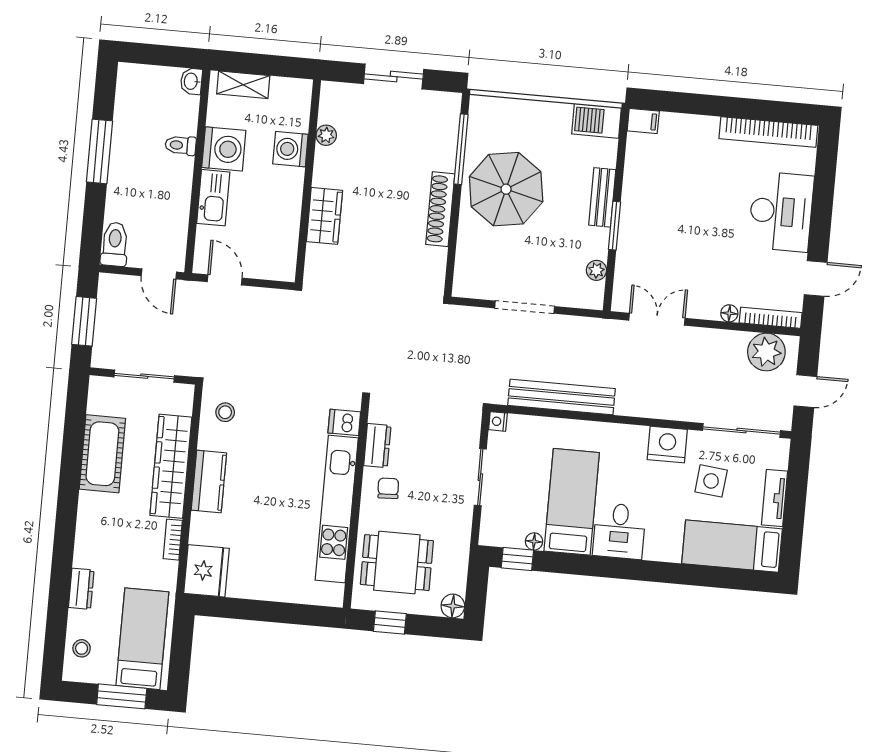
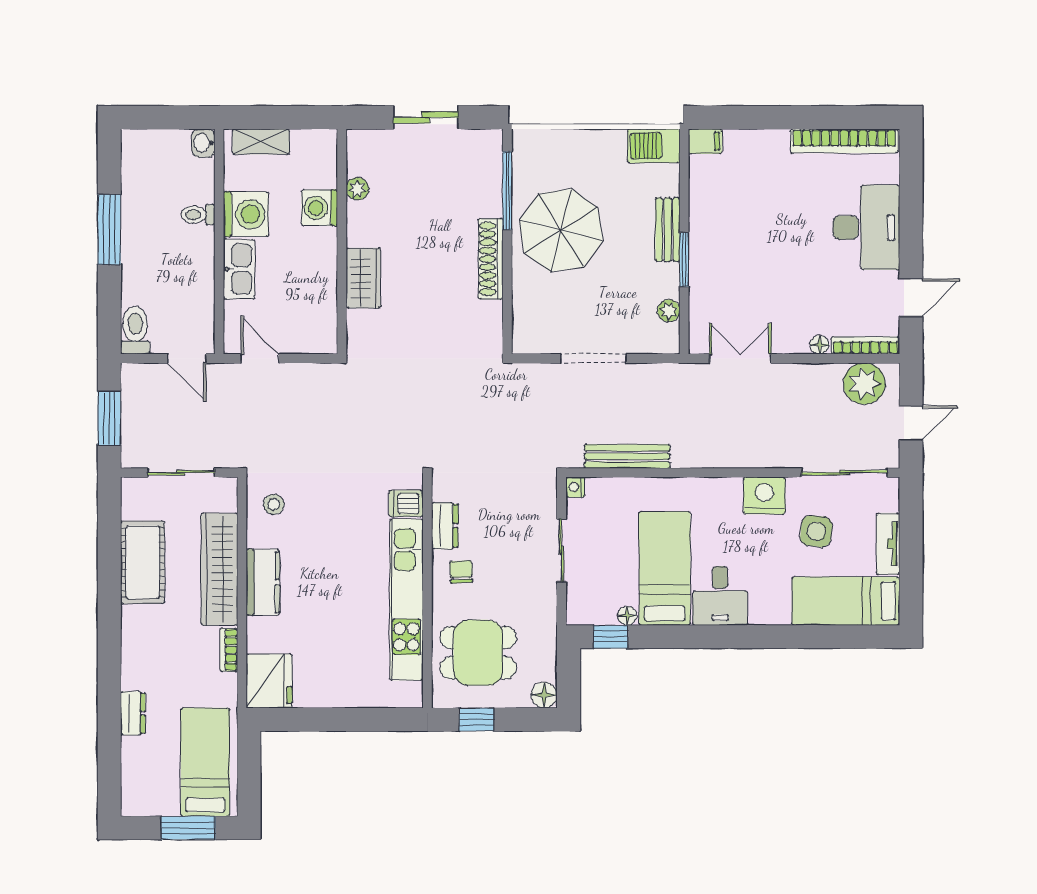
bench: (561, 397) -> (627, 456), width x0.73, depth x0.82
stool: (82, 648) -> (139, 779), removed

